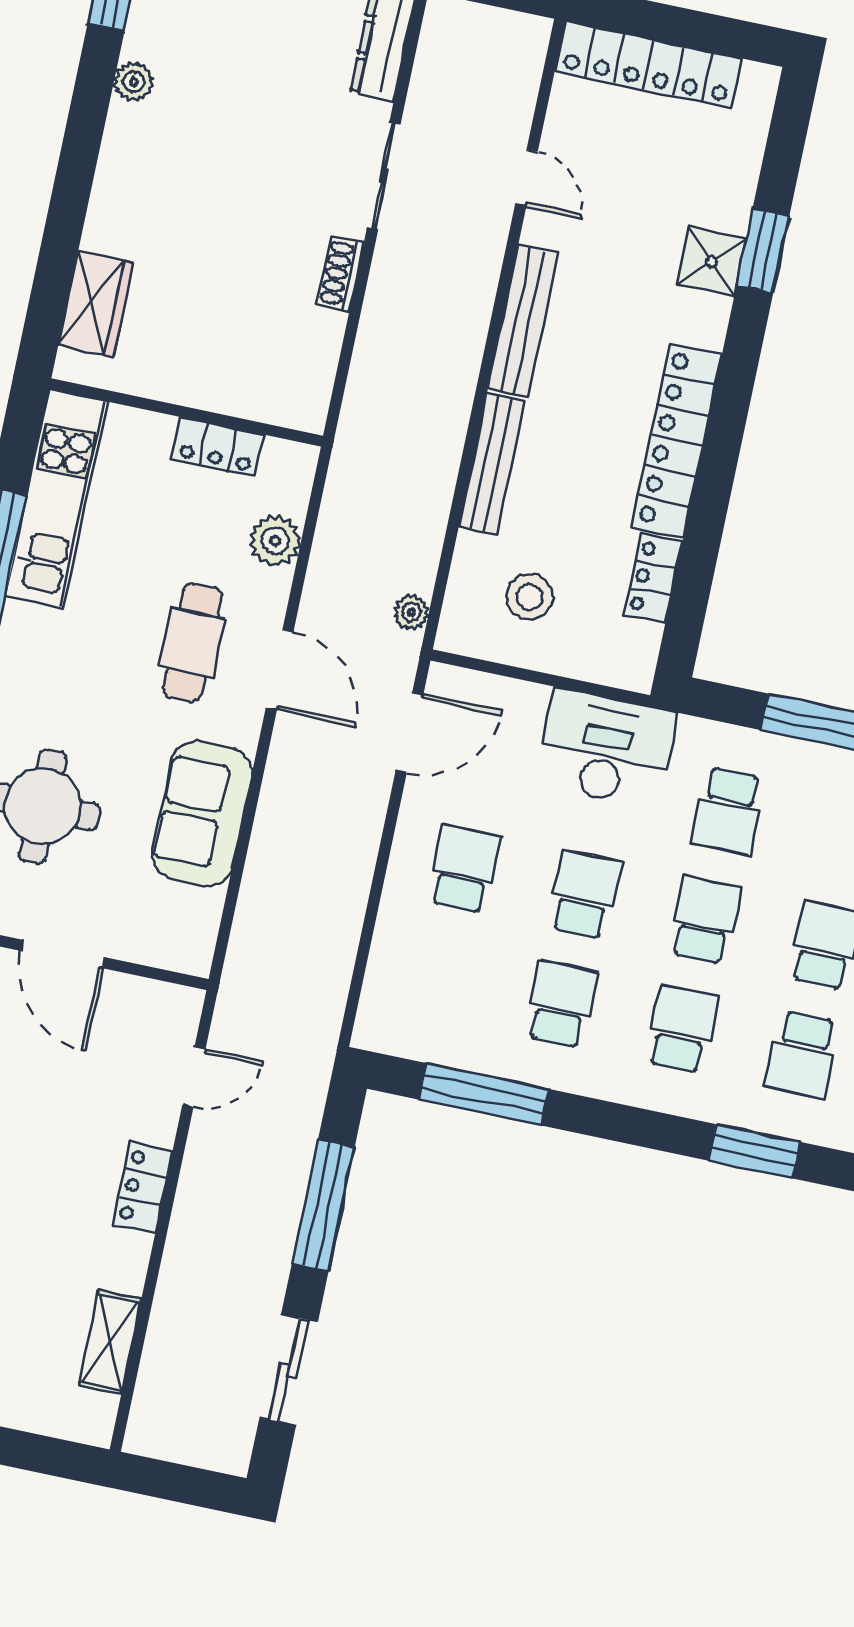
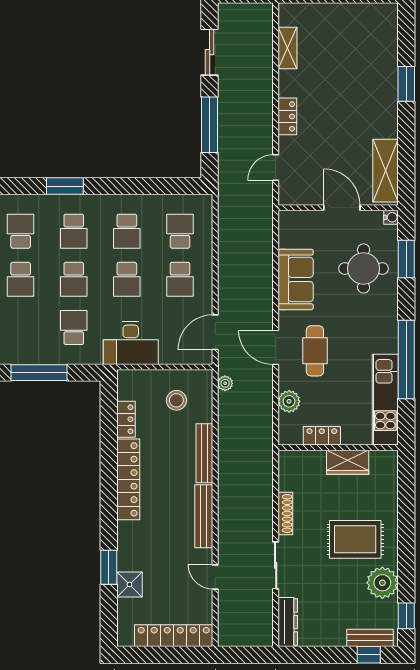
plant: (134, 82) -> (382, 583), width x1.87, depth x1.87
rug: (191, 197) -> (355, 539), added
shower: (712, 262) -> (129, 584), moved
shoe rack: (340, 274) -> (285, 514), width x1.43
wardrobe: (96, 304) -> (348, 462), moved, turned -90
school desk: (441, 978) -> (180, 231), added
window: (484, 1094) -> (152, 186), removed
window: (754, 1151) -> (65, 186), moved

